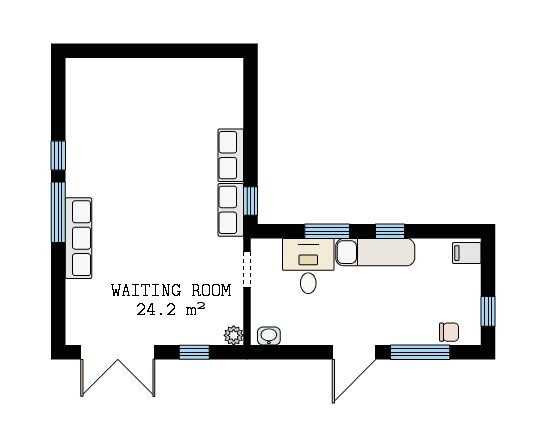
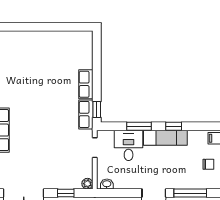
chair: (449, 332) -> (208, 164), moved

